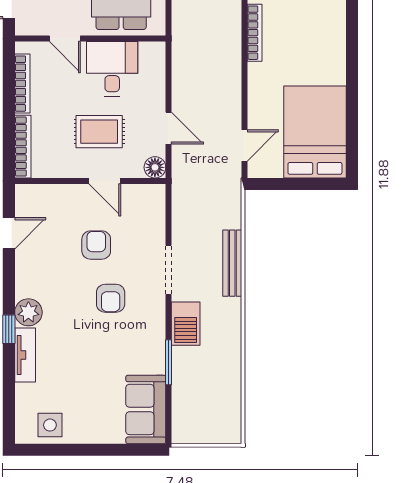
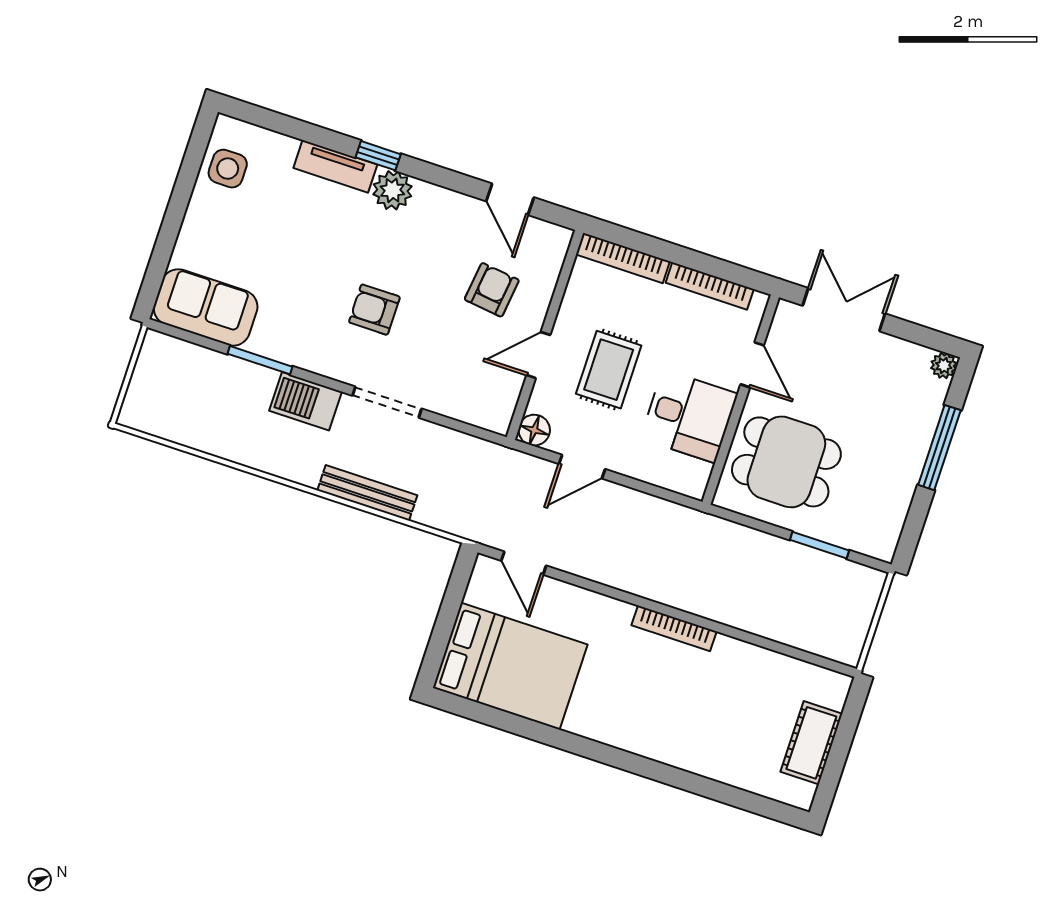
door: (65, 39) -> (752, 365), swing flipped
armchair: (96, 245) -> (492, 290), moved, turned -83

